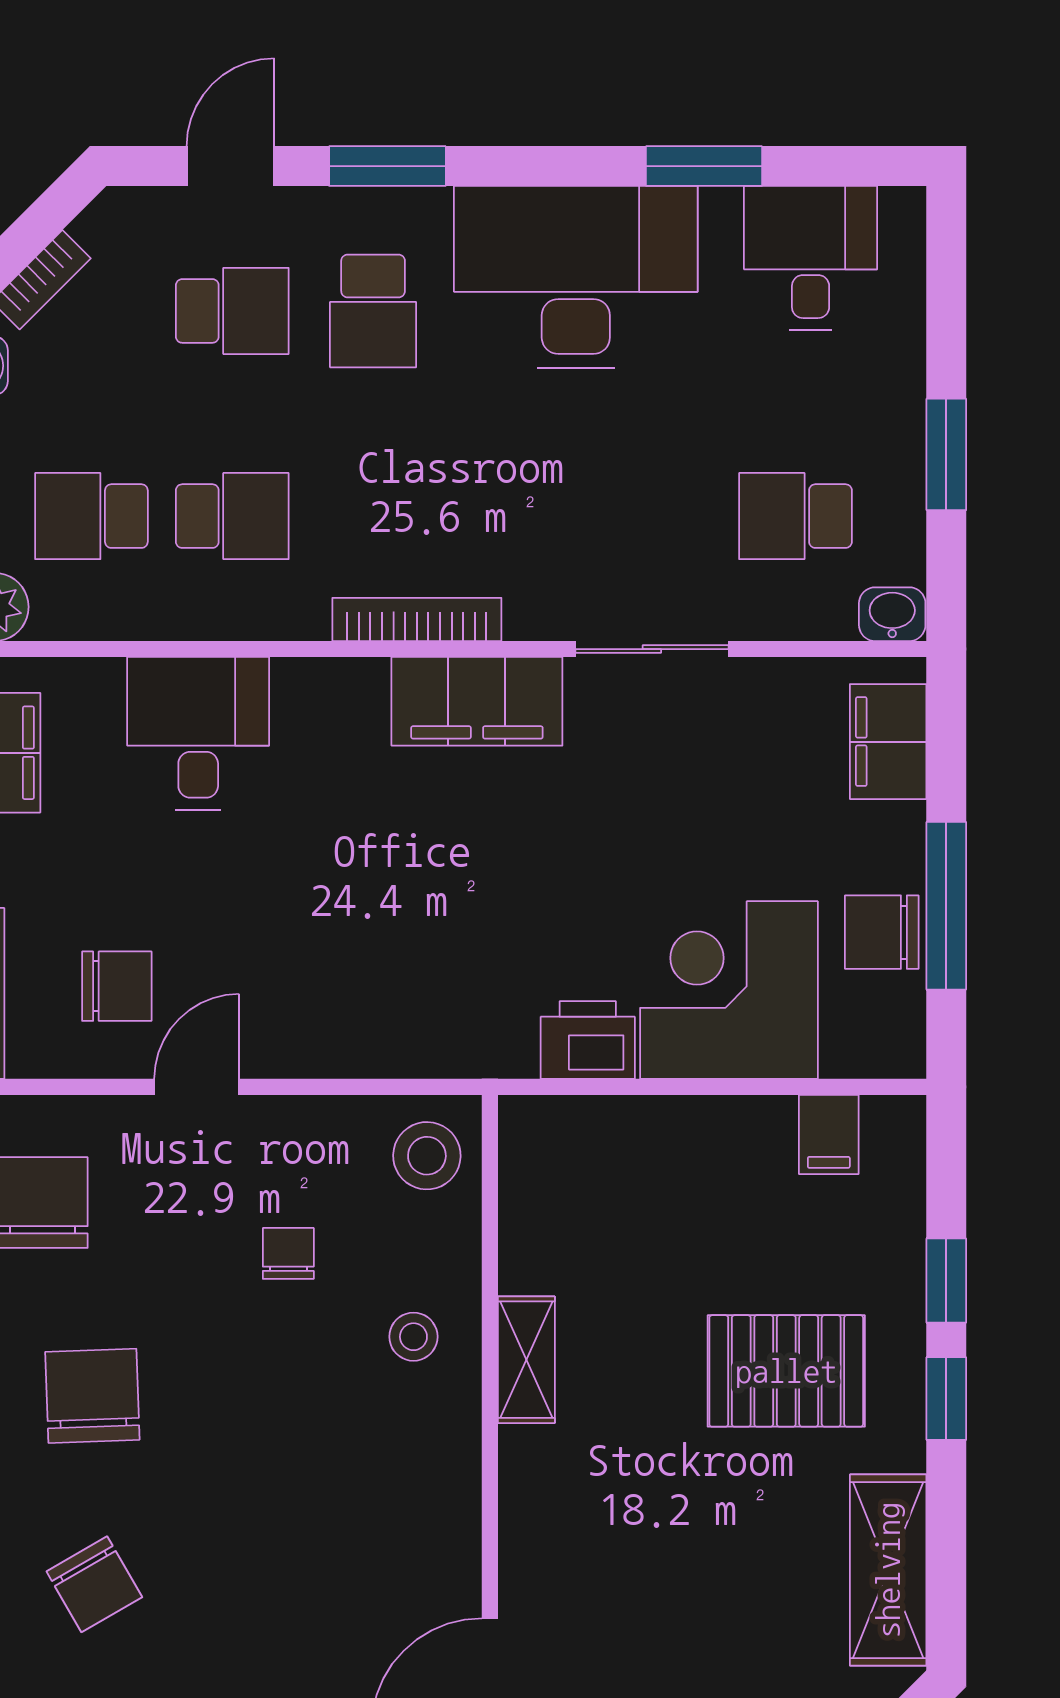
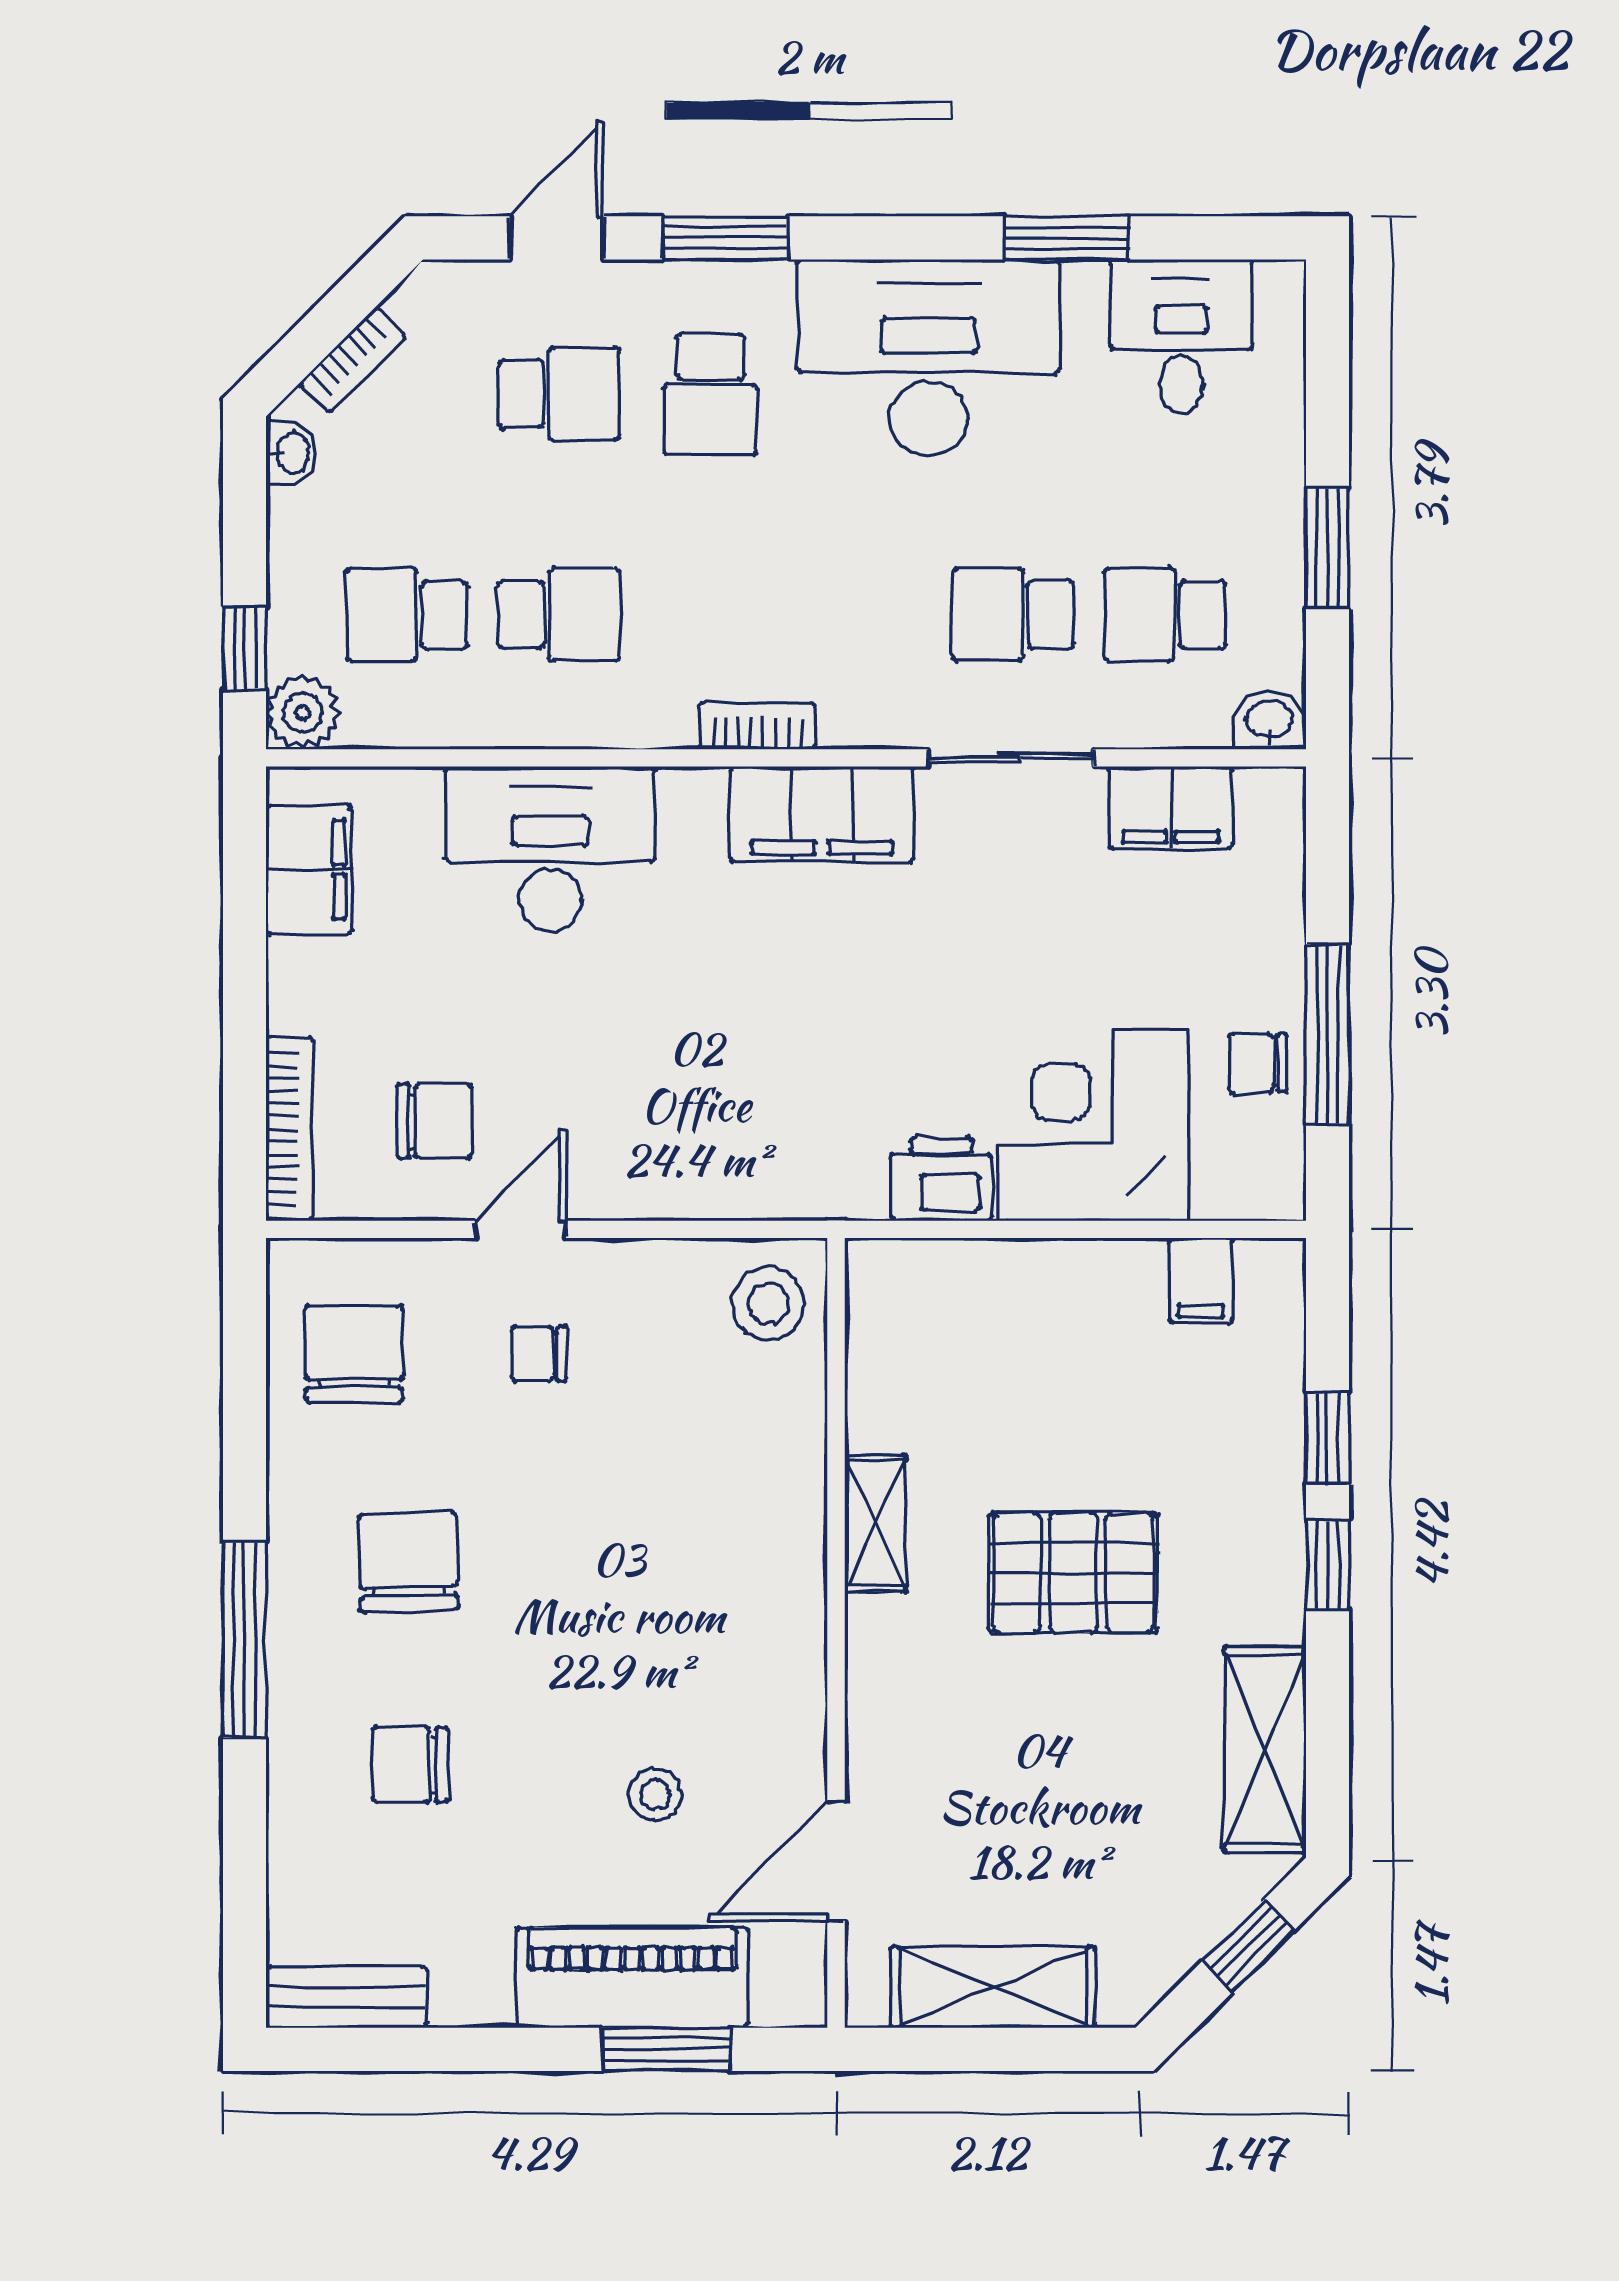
school desk: (655, 516) -> (1013, 615), added
bookcase: (417, 619) -> (757, 726), width x0.64
desk: (198, 733) -> (550, 849), width x1.37
filing cabinet: (888, 742) -> (1171, 808), moved, turned -90
chair: (882, 932) -> (1258, 1063), width x0.73, depth x0.73
chair: (288, 1253) -> (539, 1353), moved, turned -90
stool: (413, 1337) -> (655, 1795), moved
pallet: (786, 1371) -> (1073, 1573), moved
chair: (94, 1584) -> (410, 1765), turned 120

